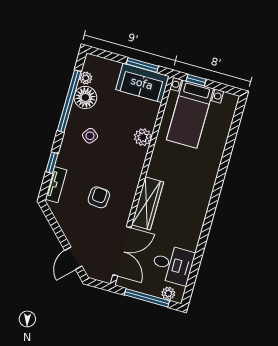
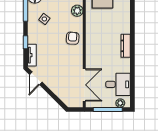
armchair: (99, 197) -> (73, 38), moved
wardrobe: (148, 203) -> (92, 51), removed
dresser: (200, 210) -> (126, 46), added
door: (73, 258) -> (36, 78), moved

